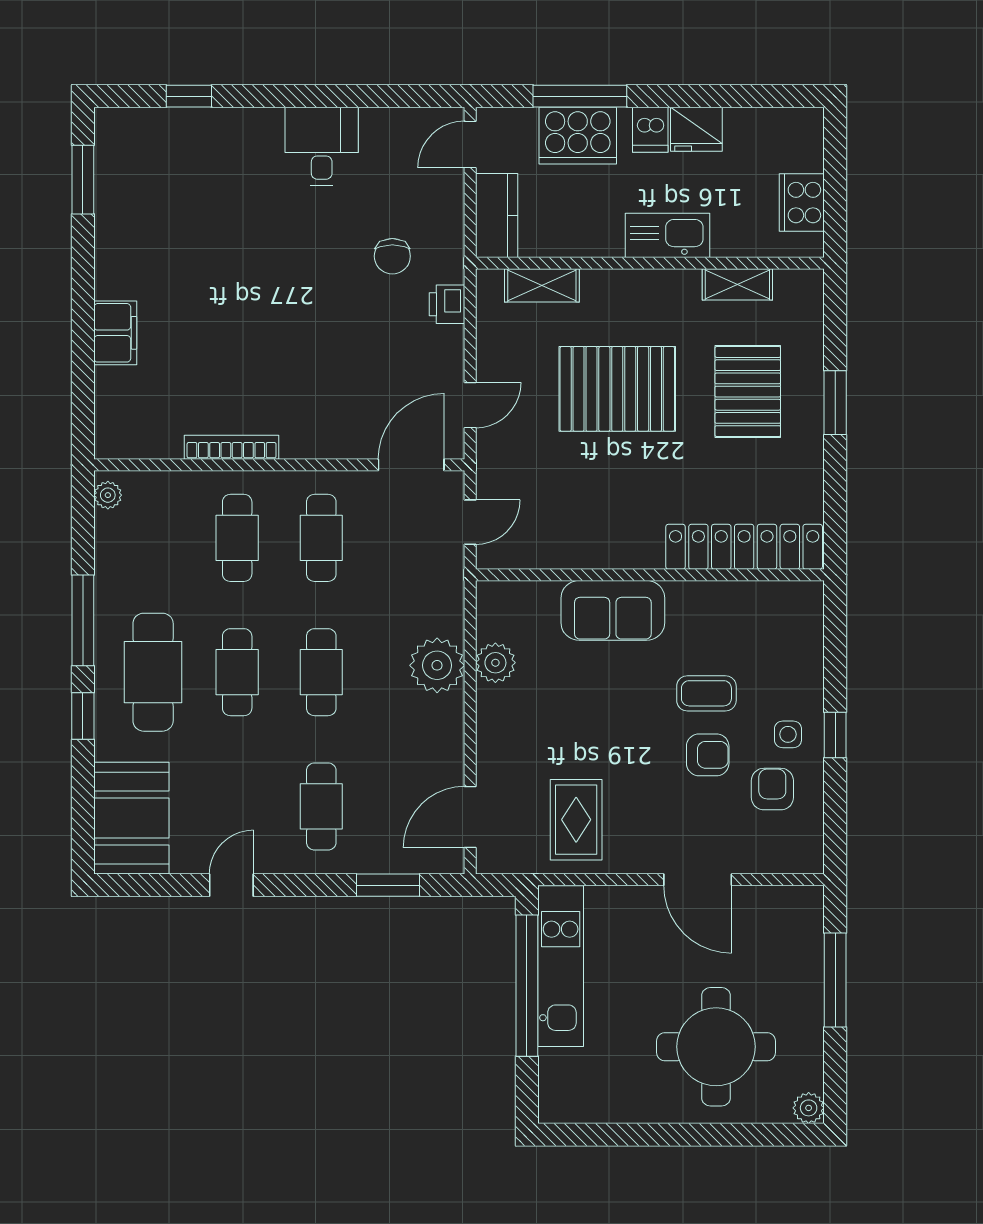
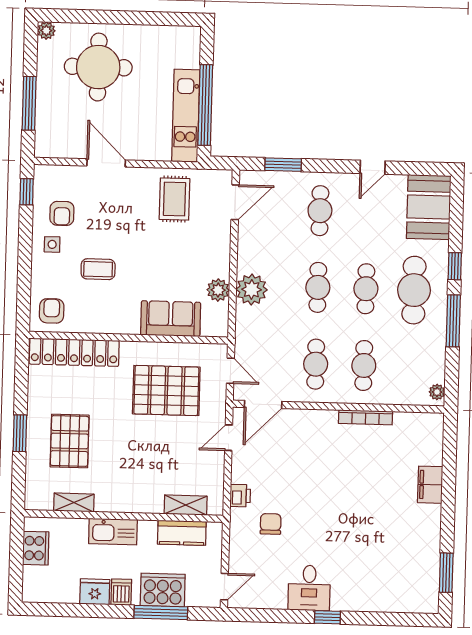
window: (189, 96) -> (327, 617), moved
kitchen counter: (497, 215) -> (182, 533), moved, turned -90
pallet: (617, 389) -> (166, 390), moved
door: (470, 522) -> (230, 371), swing flipped
sofa: (613, 610) -> (171, 319), moved
window: (835, 735) -> (27, 192), moved
armchair: (708, 755) -> (52, 311), moved, turned 90

